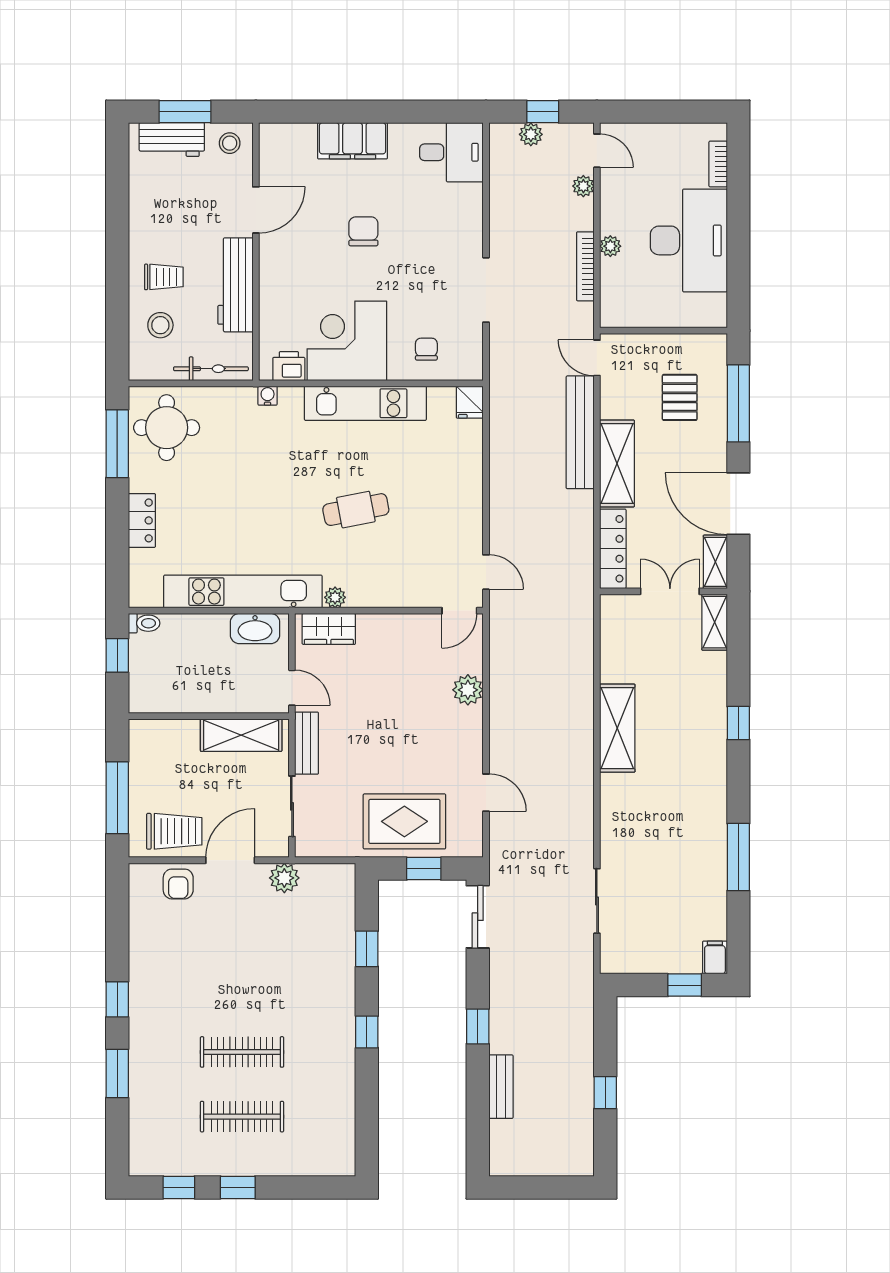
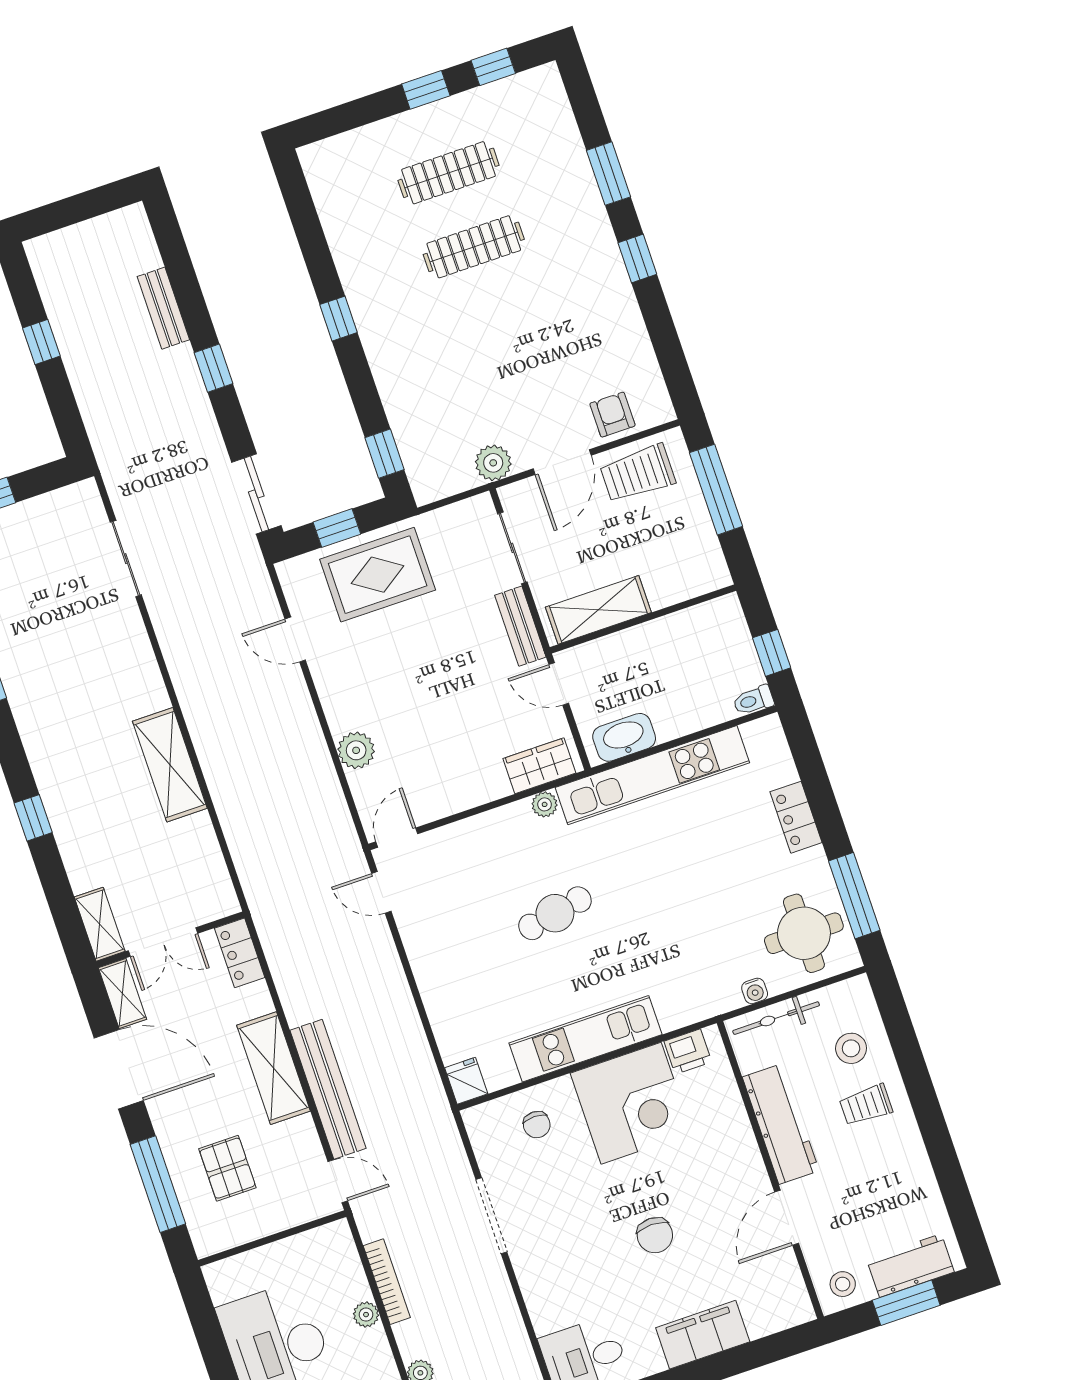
water cooler: (268, 396) -> (755, 991), moved
locker: (613, 549) -> (240, 953), width x0.66
window: (367, 949) -> (385, 454), moved

